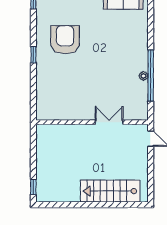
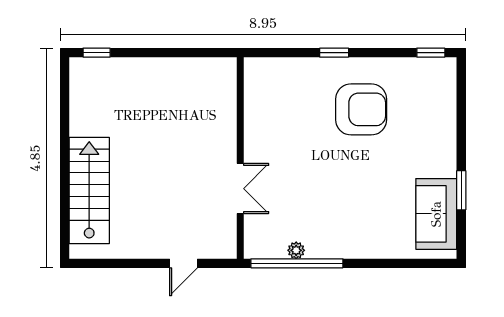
wall: (92, 122) -> (240, 158), moved
double door: (109, 122) -> (240, 189), moved

